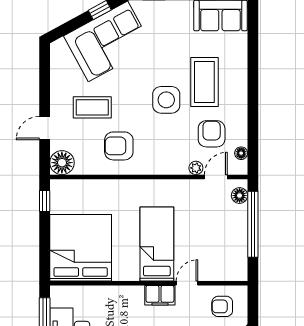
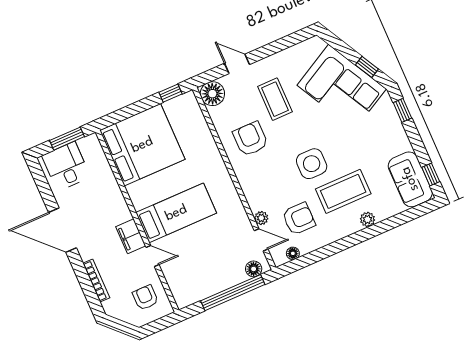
plant: (240, 71) -> (367, 219), added

